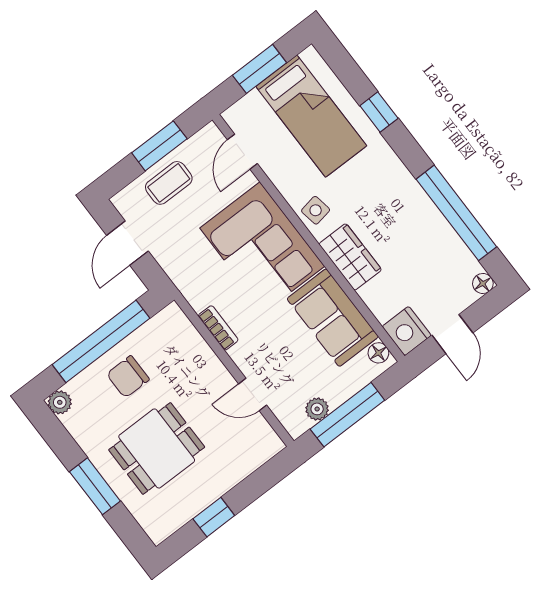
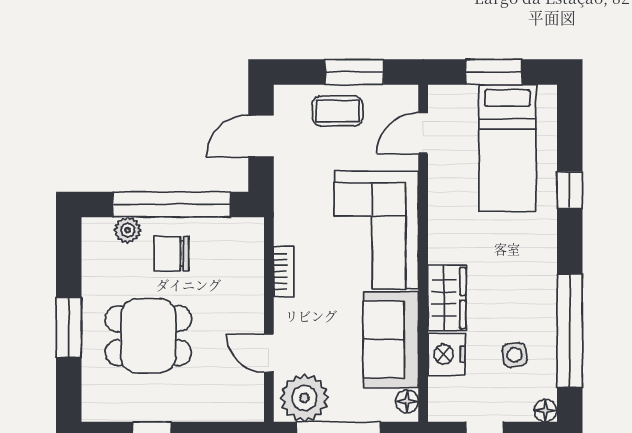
side table: (316, 210) -> (514, 355), moved
nightstand: (407, 331) -> (447, 354), moved
plant: (60, 402) -> (128, 230), moved
plant: (317, 409) -> (304, 398), width x1.88, depth x1.88

